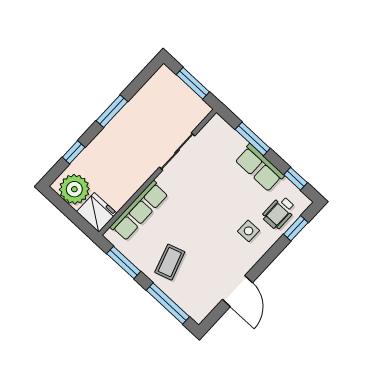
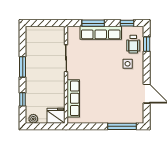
window: (193, 83) -> (46, 23), removed
row of seats: (260, 168) -> (101, 33), width x1.48
plant: (74, 189) -> (33, 119), width x0.53, depth x0.53
window: (124, 262) -> (87, 126), removed
coffee table: (170, 262) -> (107, 108), removed

